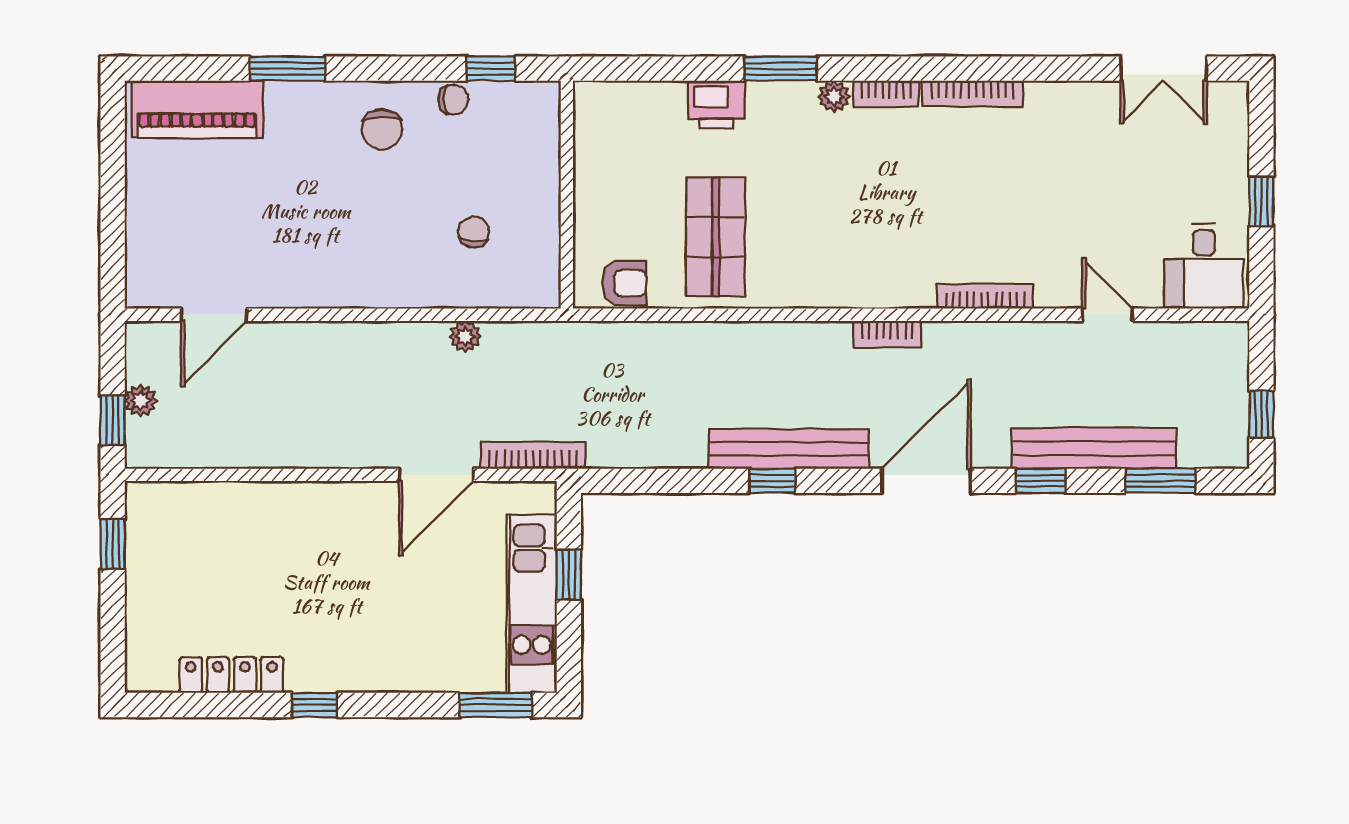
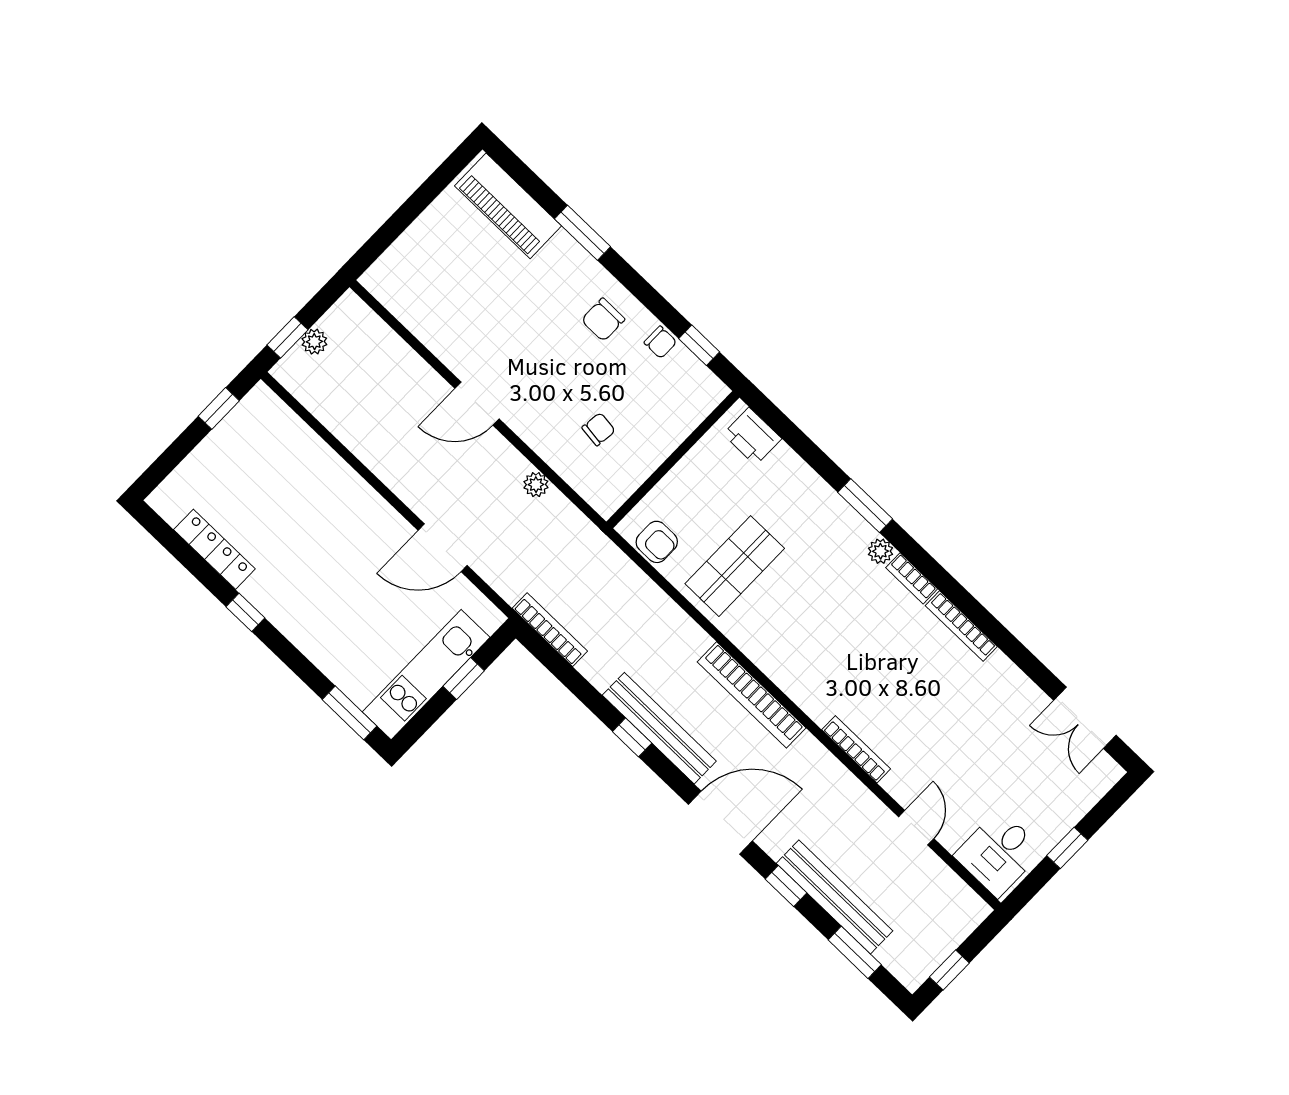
printer: (716, 104) -> (752, 436), moved
door: (214, 315) -> (477, 404), moved
bookcase: (887, 334) -> (752, 695), width x2.31, depth x1.31
bookcase: (533, 455) -> (550, 630), moved

